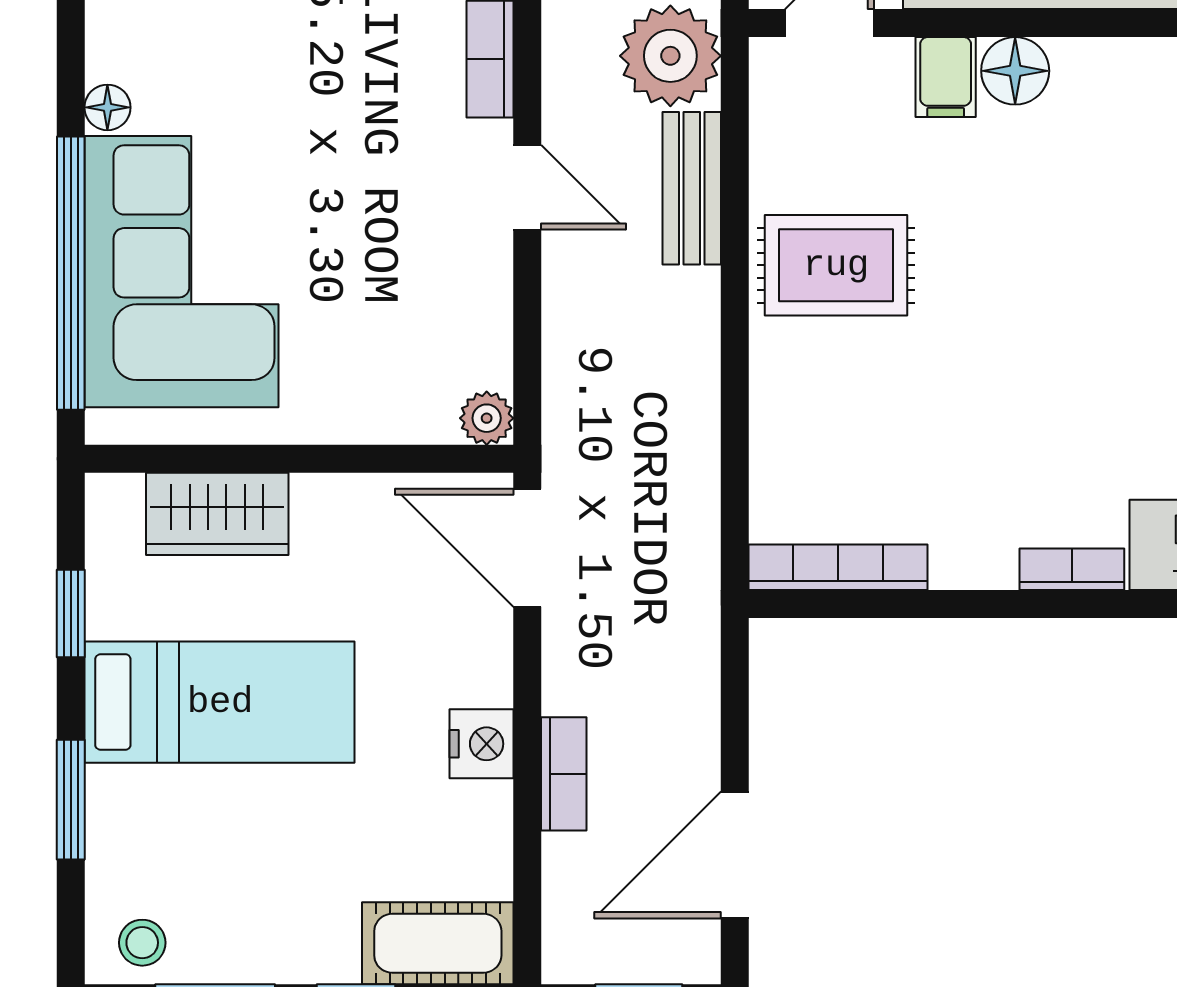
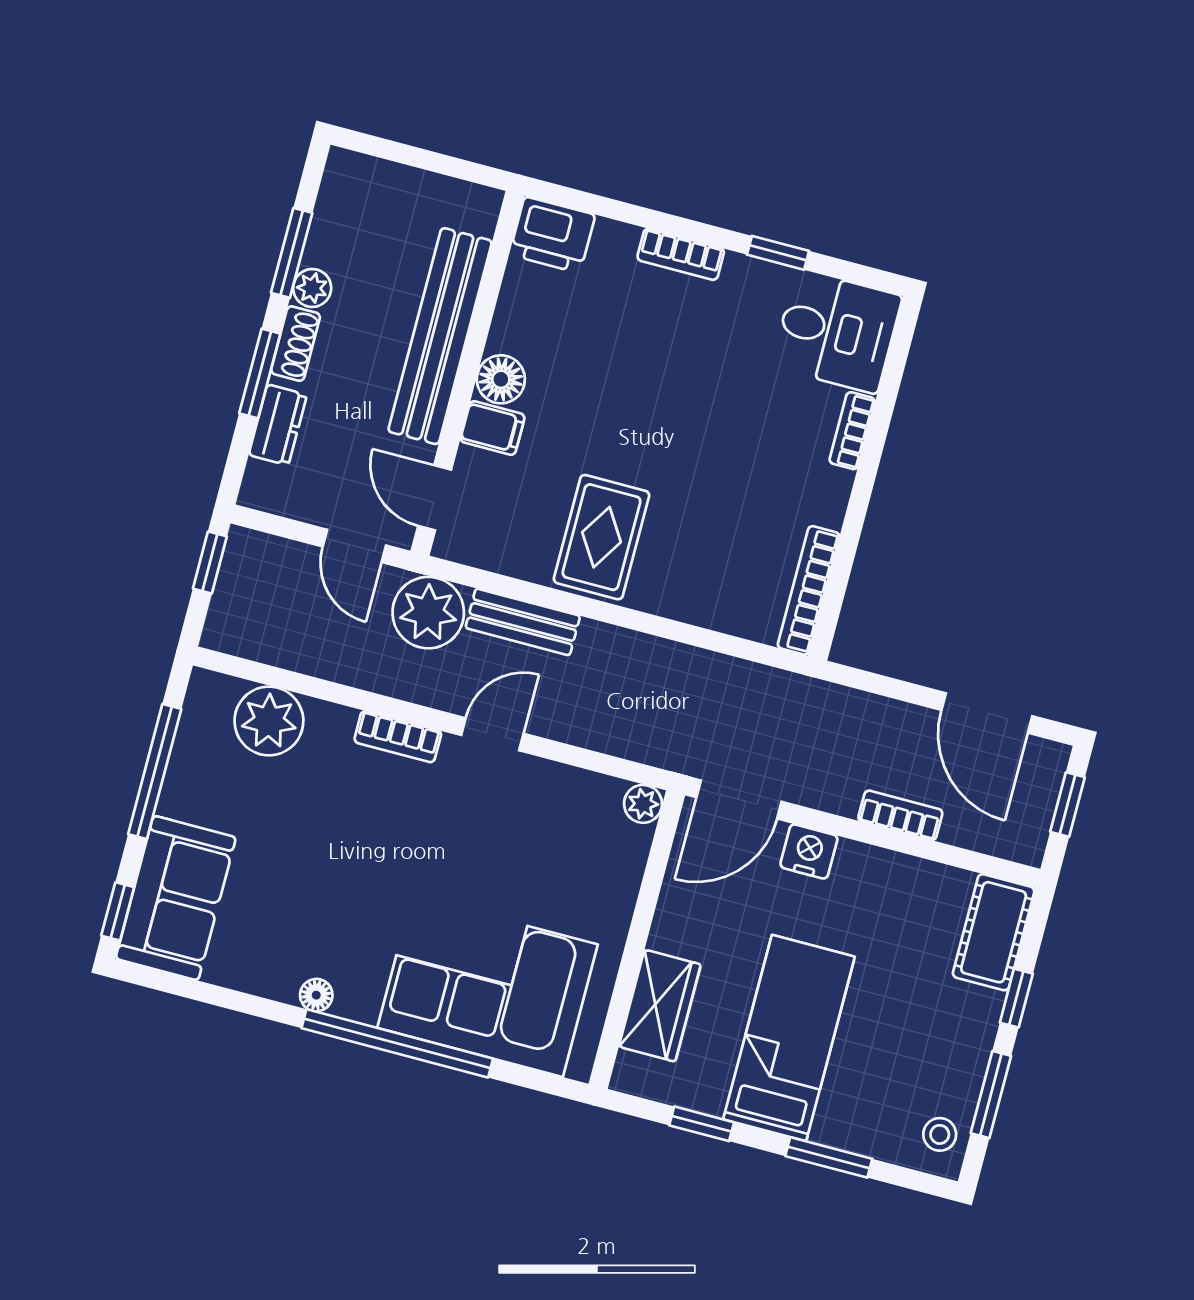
floor lamp: (107, 107) -> (316, 995), moved
window: (71, 273) -> (397, 1043), moved
nightstand: (481, 744) -> (809, 851), moved

